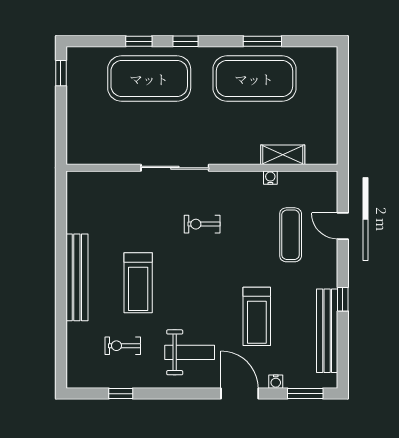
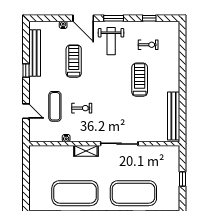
window: (61, 73) -> (182, 179), moved
shelving: (283, 155) -> (86, 151), moved
exercise bike: (202, 224) -> (82, 108), moved
bench: (77, 277) -> (174, 116), moved
weight bench: (190, 352) -> (111, 41), turned -90
window: (305, 394) -> (114, 18), moved

